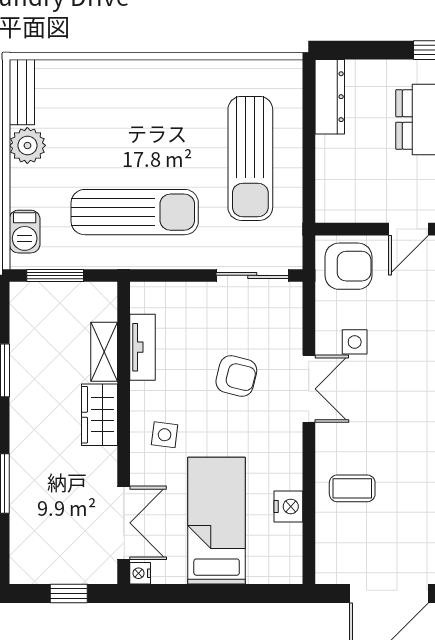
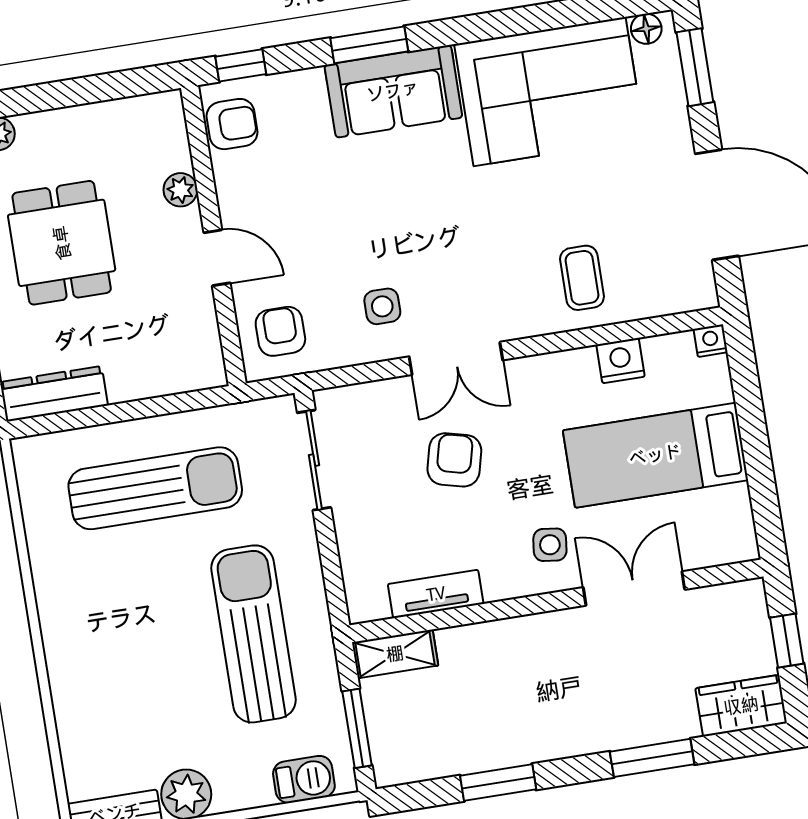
armchair: (348, 266) -> (280, 331), width x0.72, depth x0.72
shelving: (104, 352) -> (395, 654), moved
double door: (309, 389) -> (456, 358), swing flipped
wardrobe: (100, 415) -> (741, 706), moved, turned 180
double door: (124, 523) -> (634, 588), moved
nightstand: (140, 573) -> (711, 341), moved, turned 180

